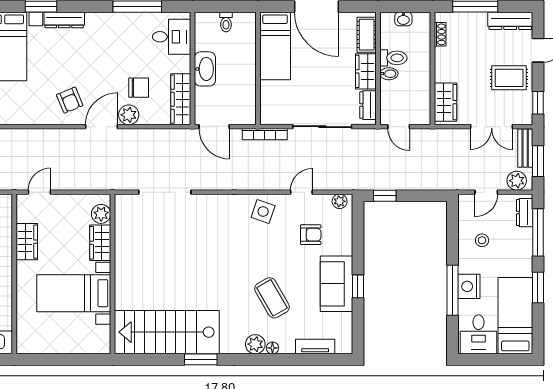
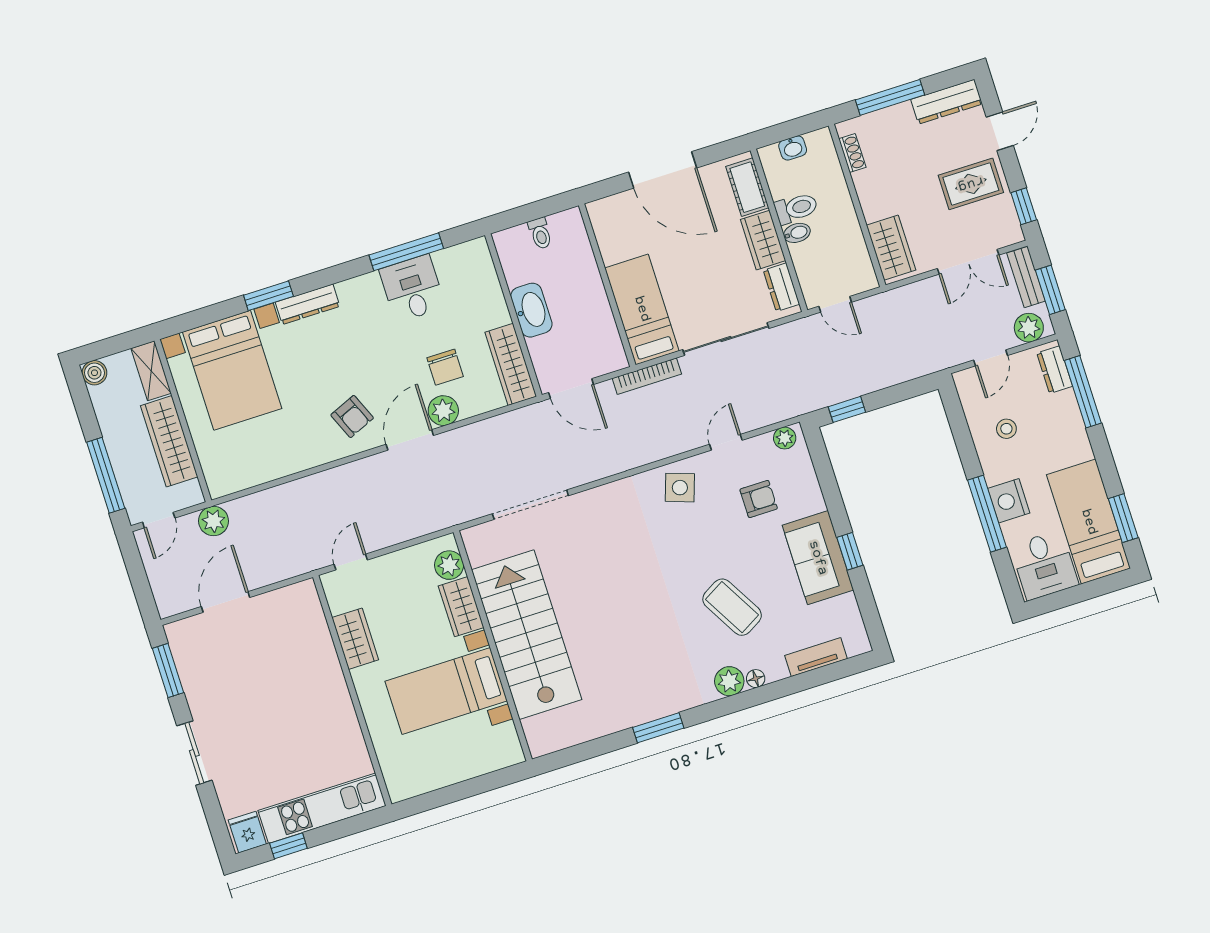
desk: (172, 37) -> (412, 288), moved, turned -90
bed: (275, 46) -> (642, 309), moved, turned 180
chair: (139, 88) -> (445, 367), turned 90
window: (538, 287) -> (1123, 518), moved
stairs: (167, 332) -> (527, 635), moved, turned 90

